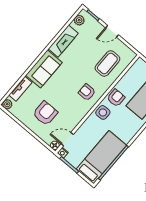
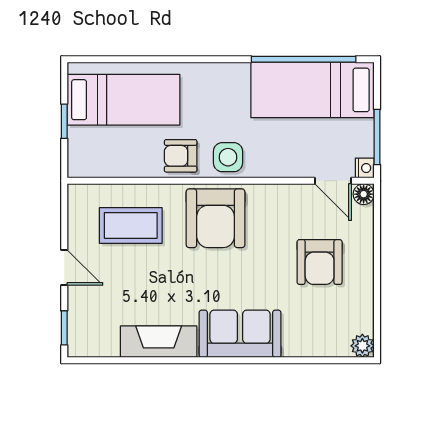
plant: (79, 20) -> (95, 345), removed
tv unit: (20, 89) -> (313, 346), removed
armchair: (87, 92) -> (216, 218), width x1.88, depth x1.88
armchair: (45, 113) -> (320, 262), turned -90

